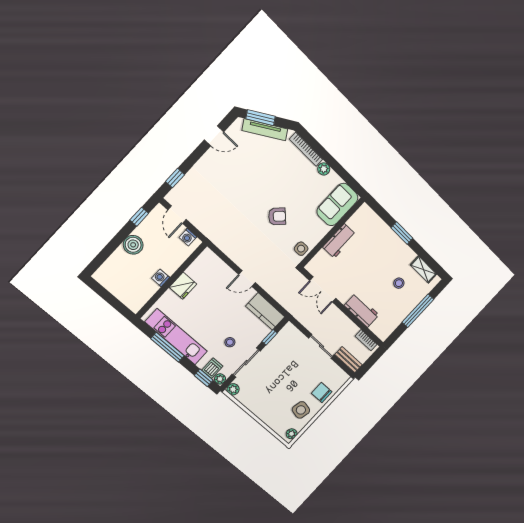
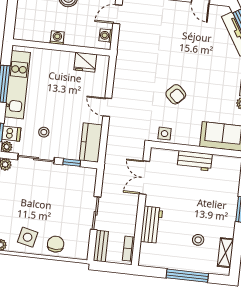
fridge: (183, 286) -> (85, 62), moved

